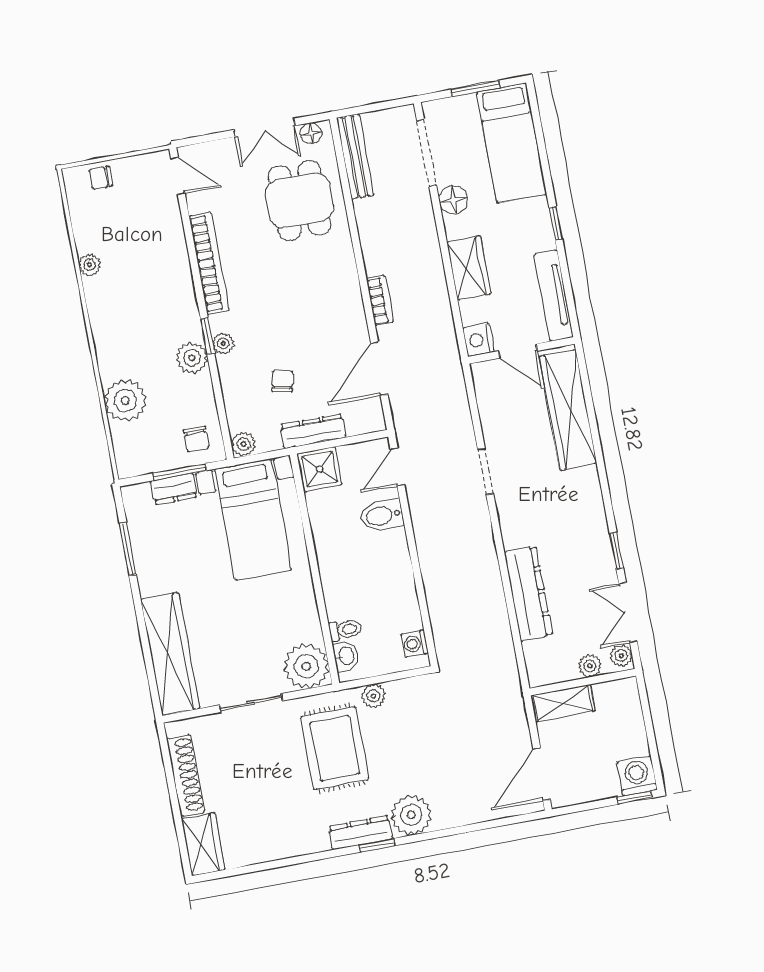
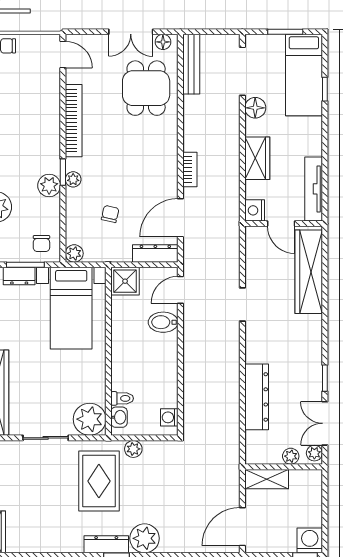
window: (556, 223) -> (325, 89), moved
dresser: (313, 431) -> (155, 253), moved

